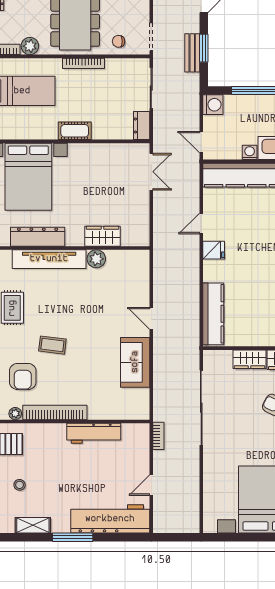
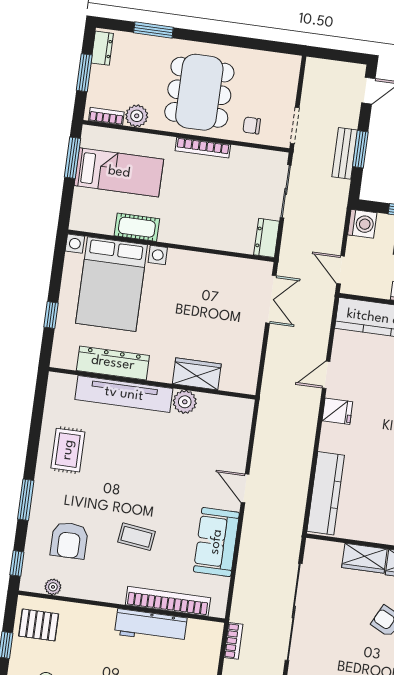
cot: (75, 131) -> (137, 227), moved
coffee table: (52, 345) -> (136, 537), moved
bookcase: (55, 412) -> (168, 601), moved

